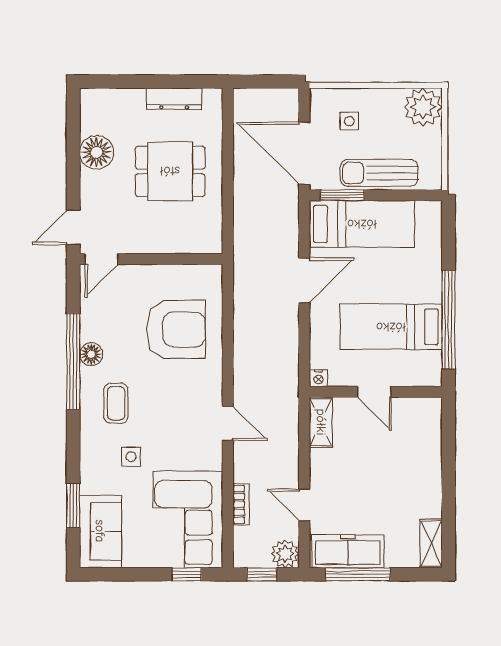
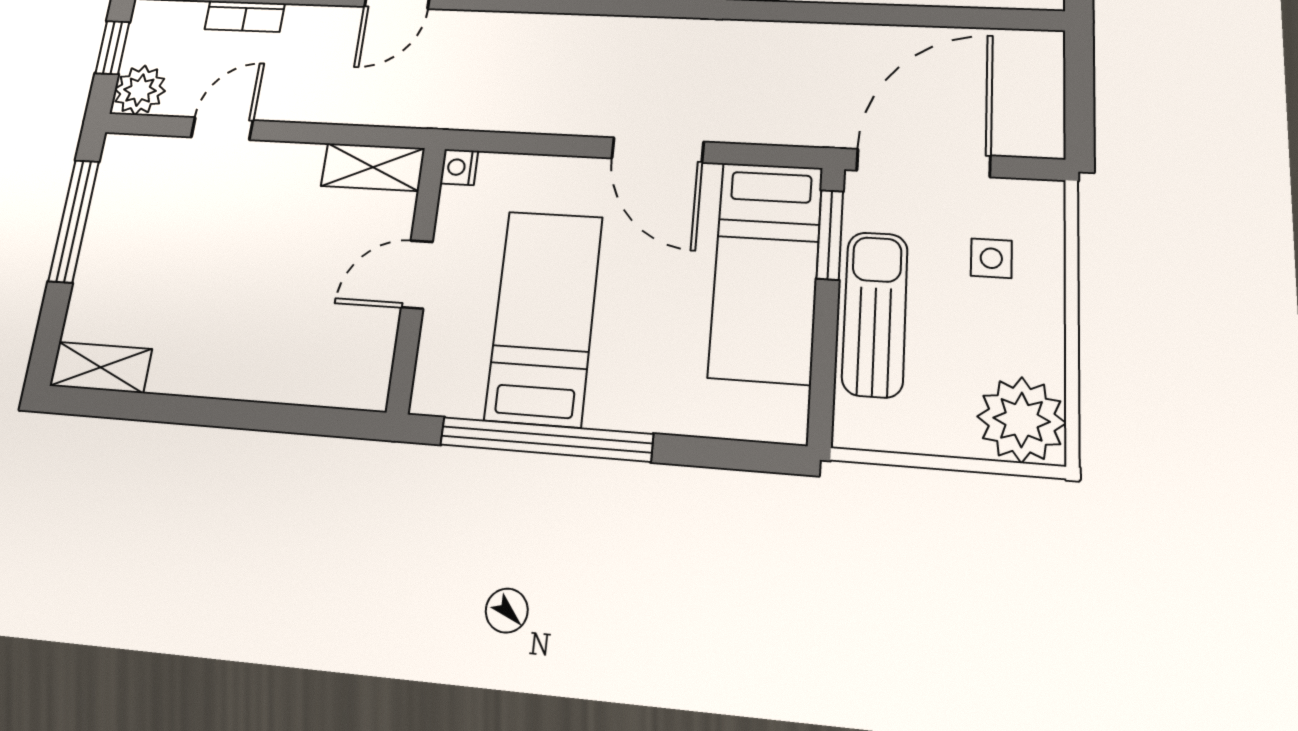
freezer: (348, 551) -> (120, 204), removed

